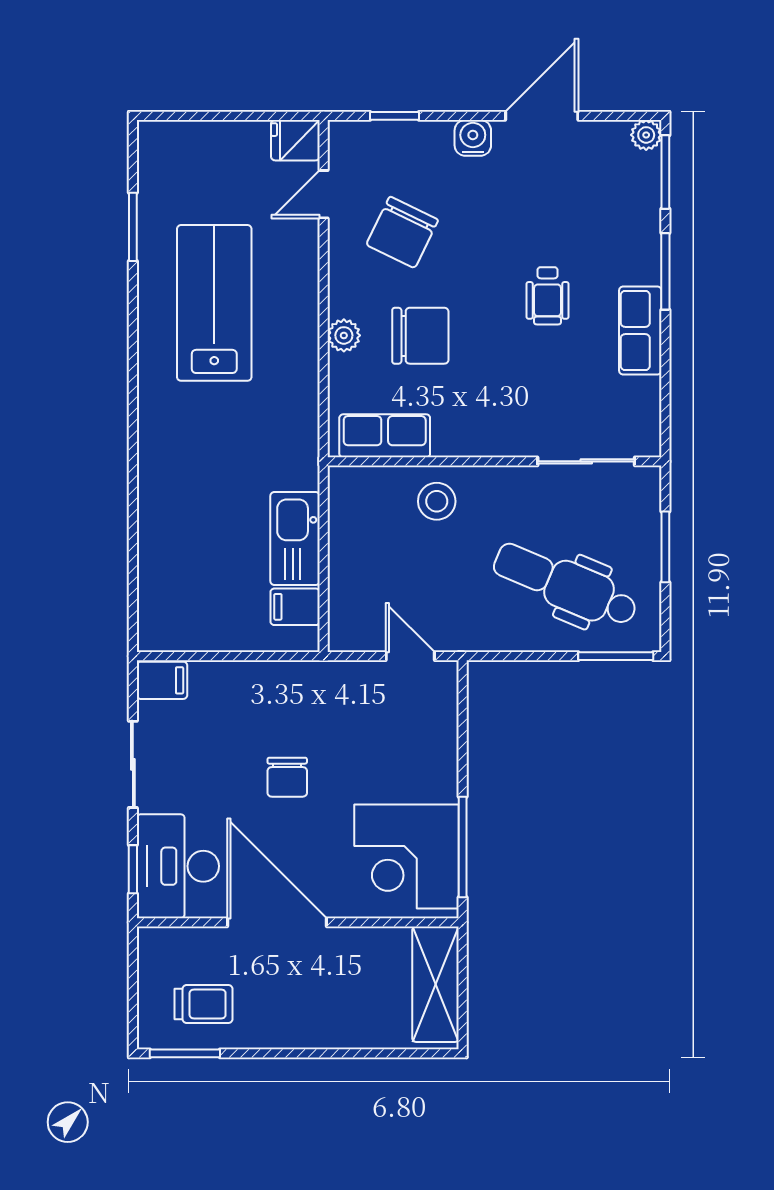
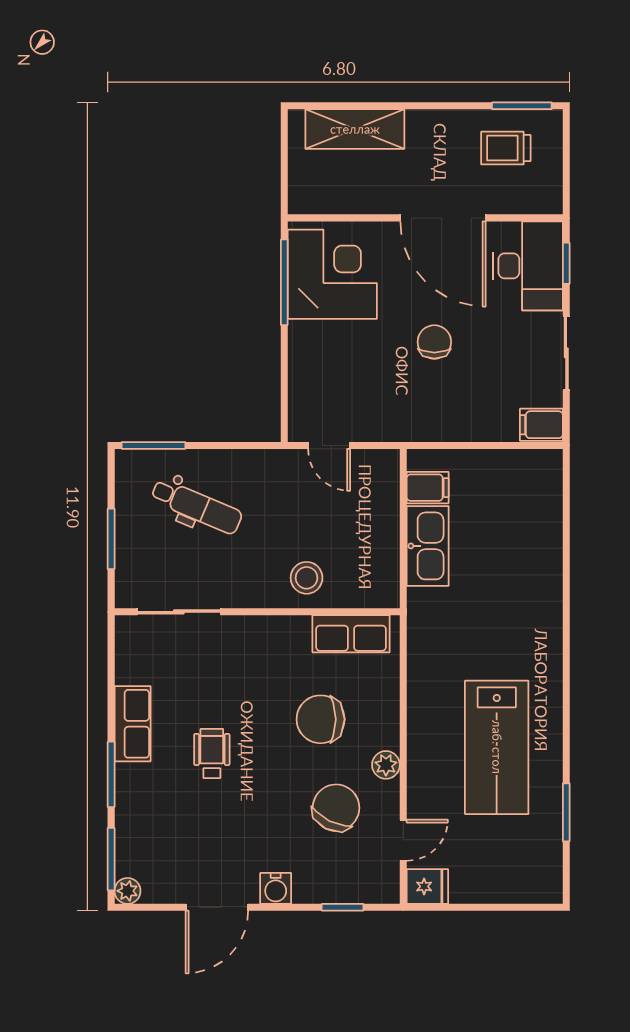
plant: (344, 335) -> (386, 765), moved
dental chair: (565, 585) -> (197, 506), width x0.73, depth x0.72
shelving: (436, 984) -> (355, 129), moved, turned 90

